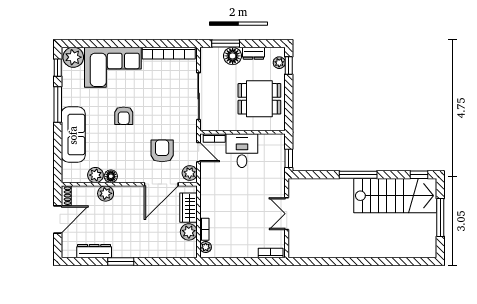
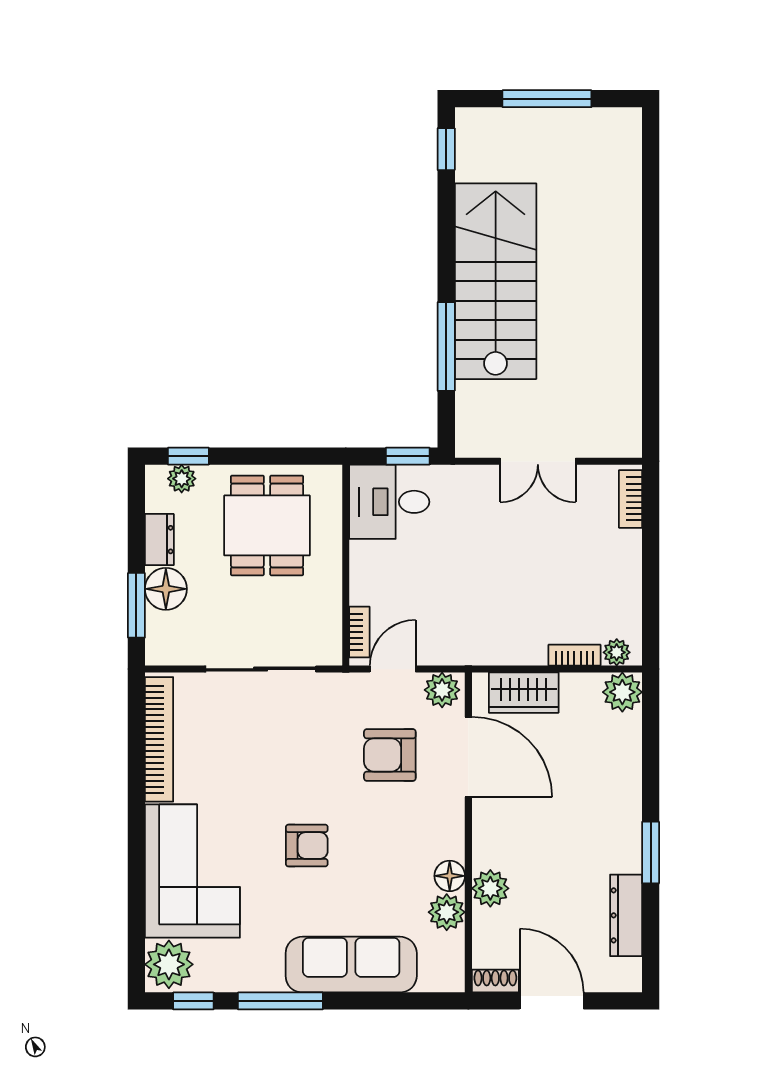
desk: (242, 151) -> (389, 502), moved
window: (358, 175) -> (446, 347), moved
stairs: (395, 196) -> (496, 281), moved
plant: (189, 232) -> (622, 692), moved

